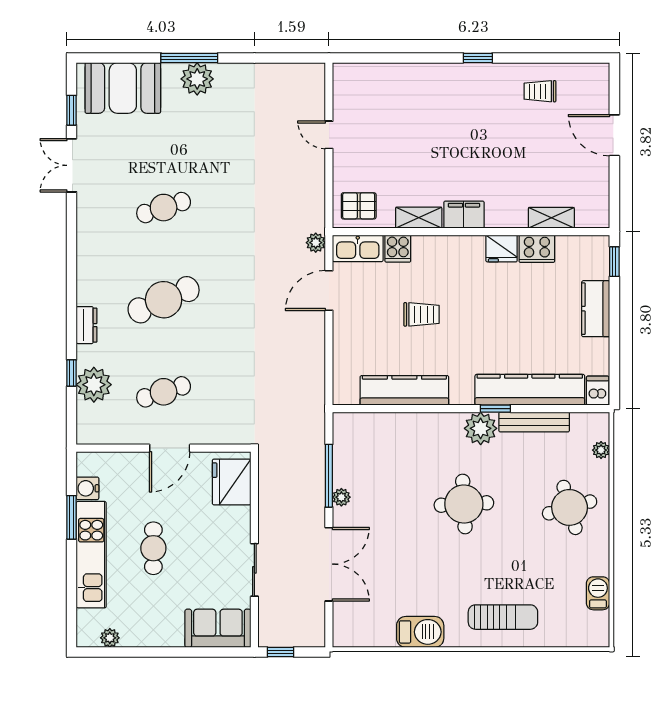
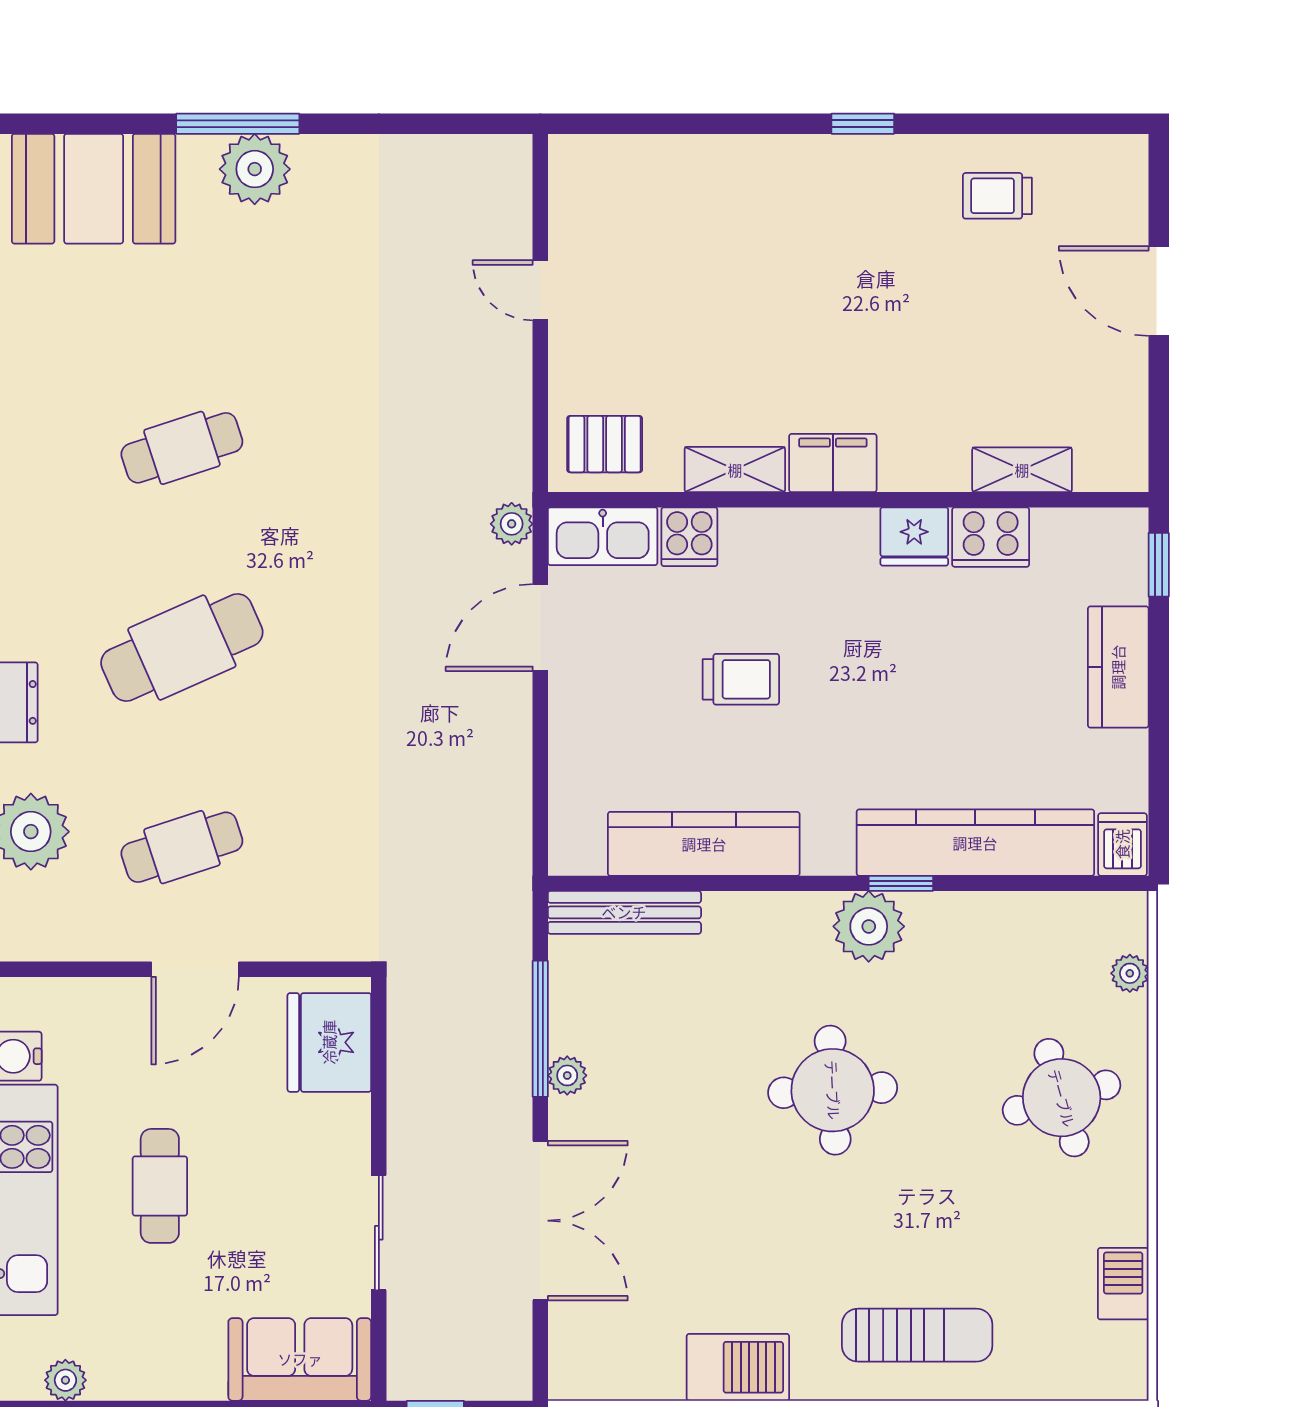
bench: (534, 422) -> (624, 912), moved

